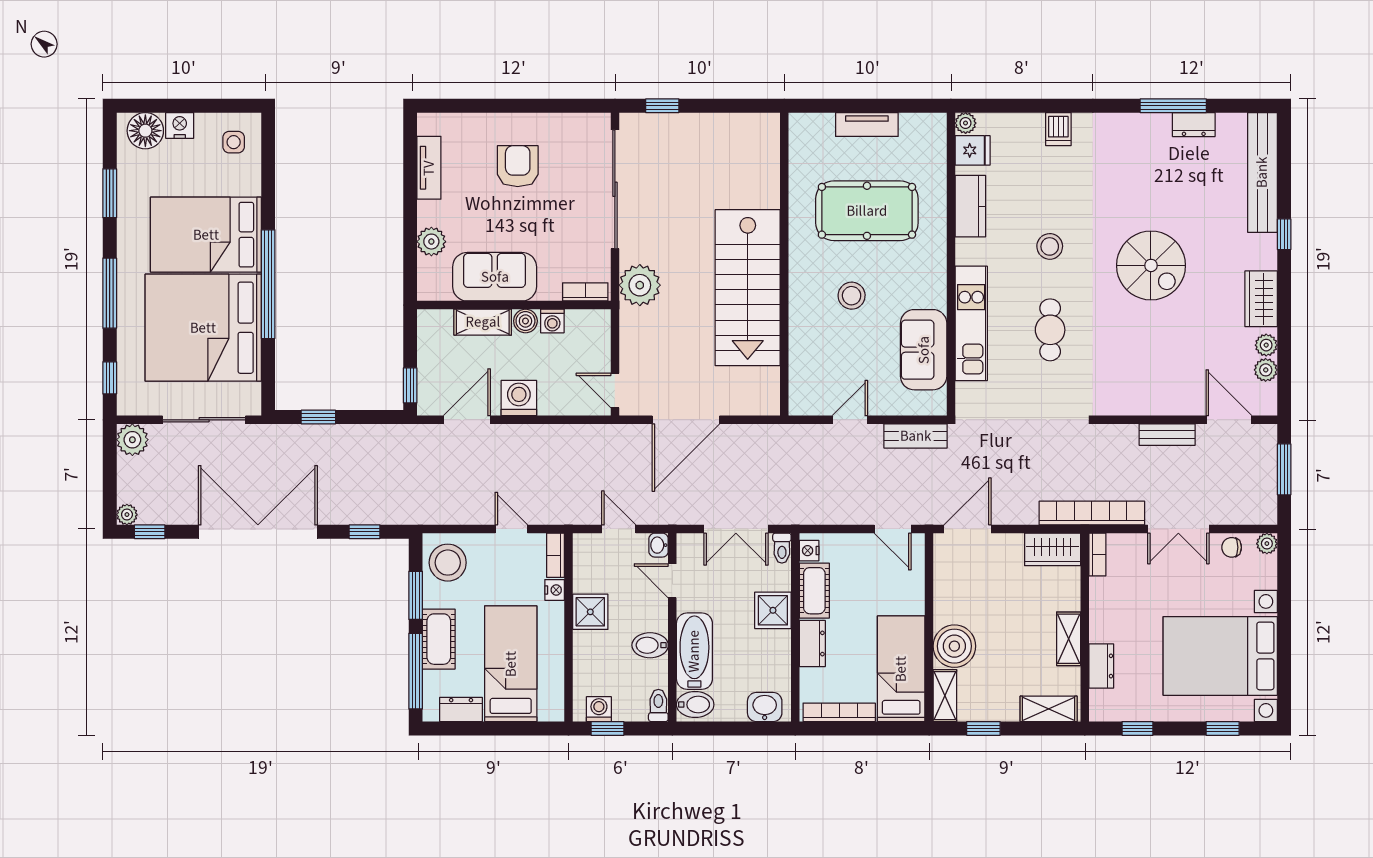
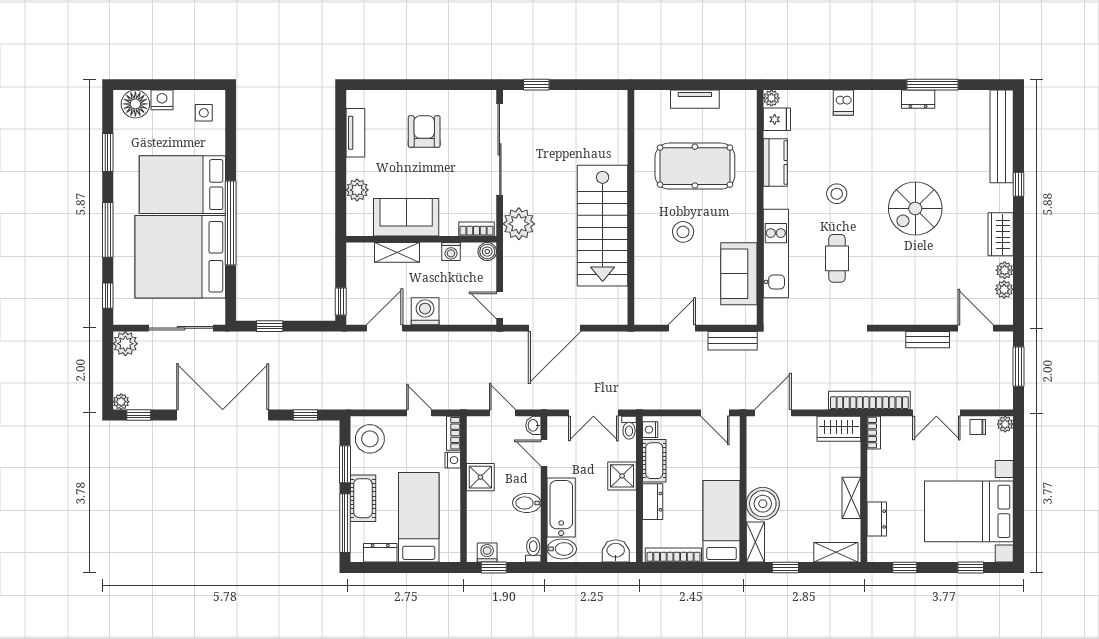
dresser: (1194, 125) -> (918, 99), moved
spiral stairs: (1151, 265) -> (915, 208), turned 90
boiler: (525, 321) -> (487, 252), moved

